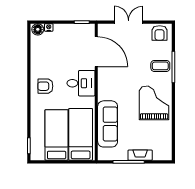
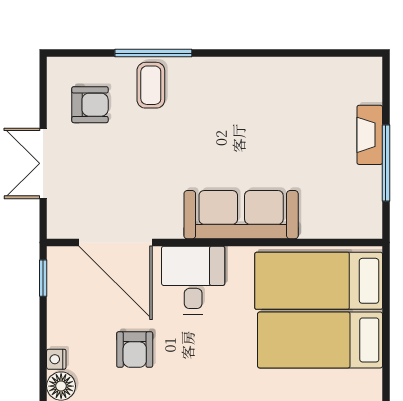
armchair: (160, 33) -> (90, 105), moved
door: (96, 52) -> (116, 243), swing flipped
armchair: (45, 86) -> (135, 350), moved
grand piano: (154, 103) -> (241, 101), removed
sofa: (108, 124) -> (241, 215), moved

